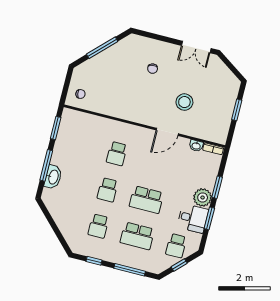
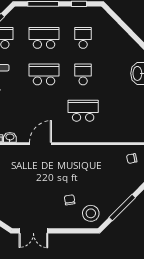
double door: (196, 47) -> (33, 231), swing flipped
stool: (184, 102) -> (91, 213), moved
school desk: (117, 154) -> (83, 111), width x1.85

